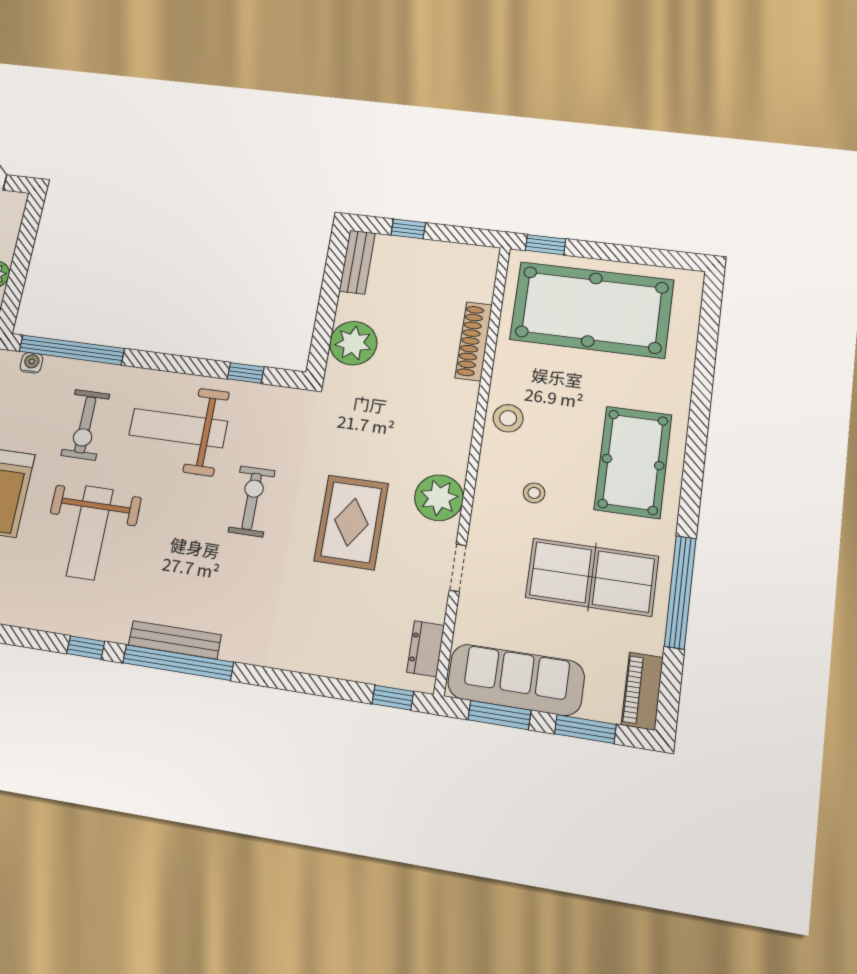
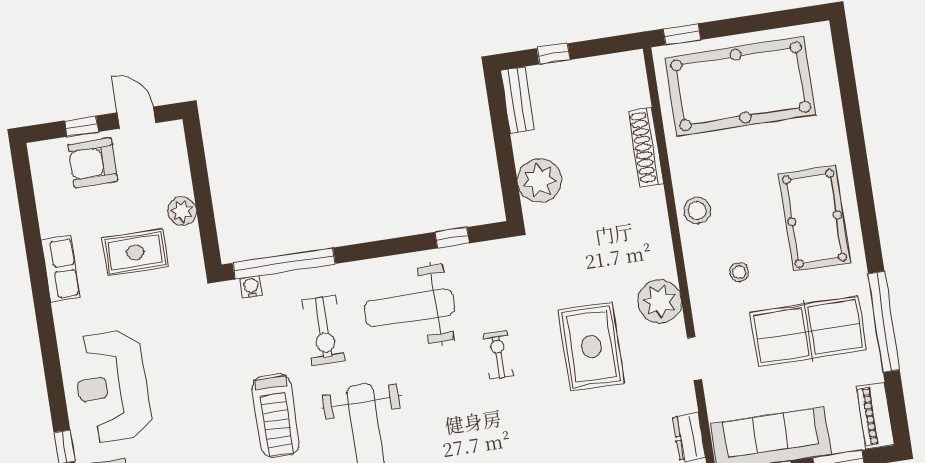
exercise bike: (252, 501) -> (498, 355), width x0.73, depth x0.72

